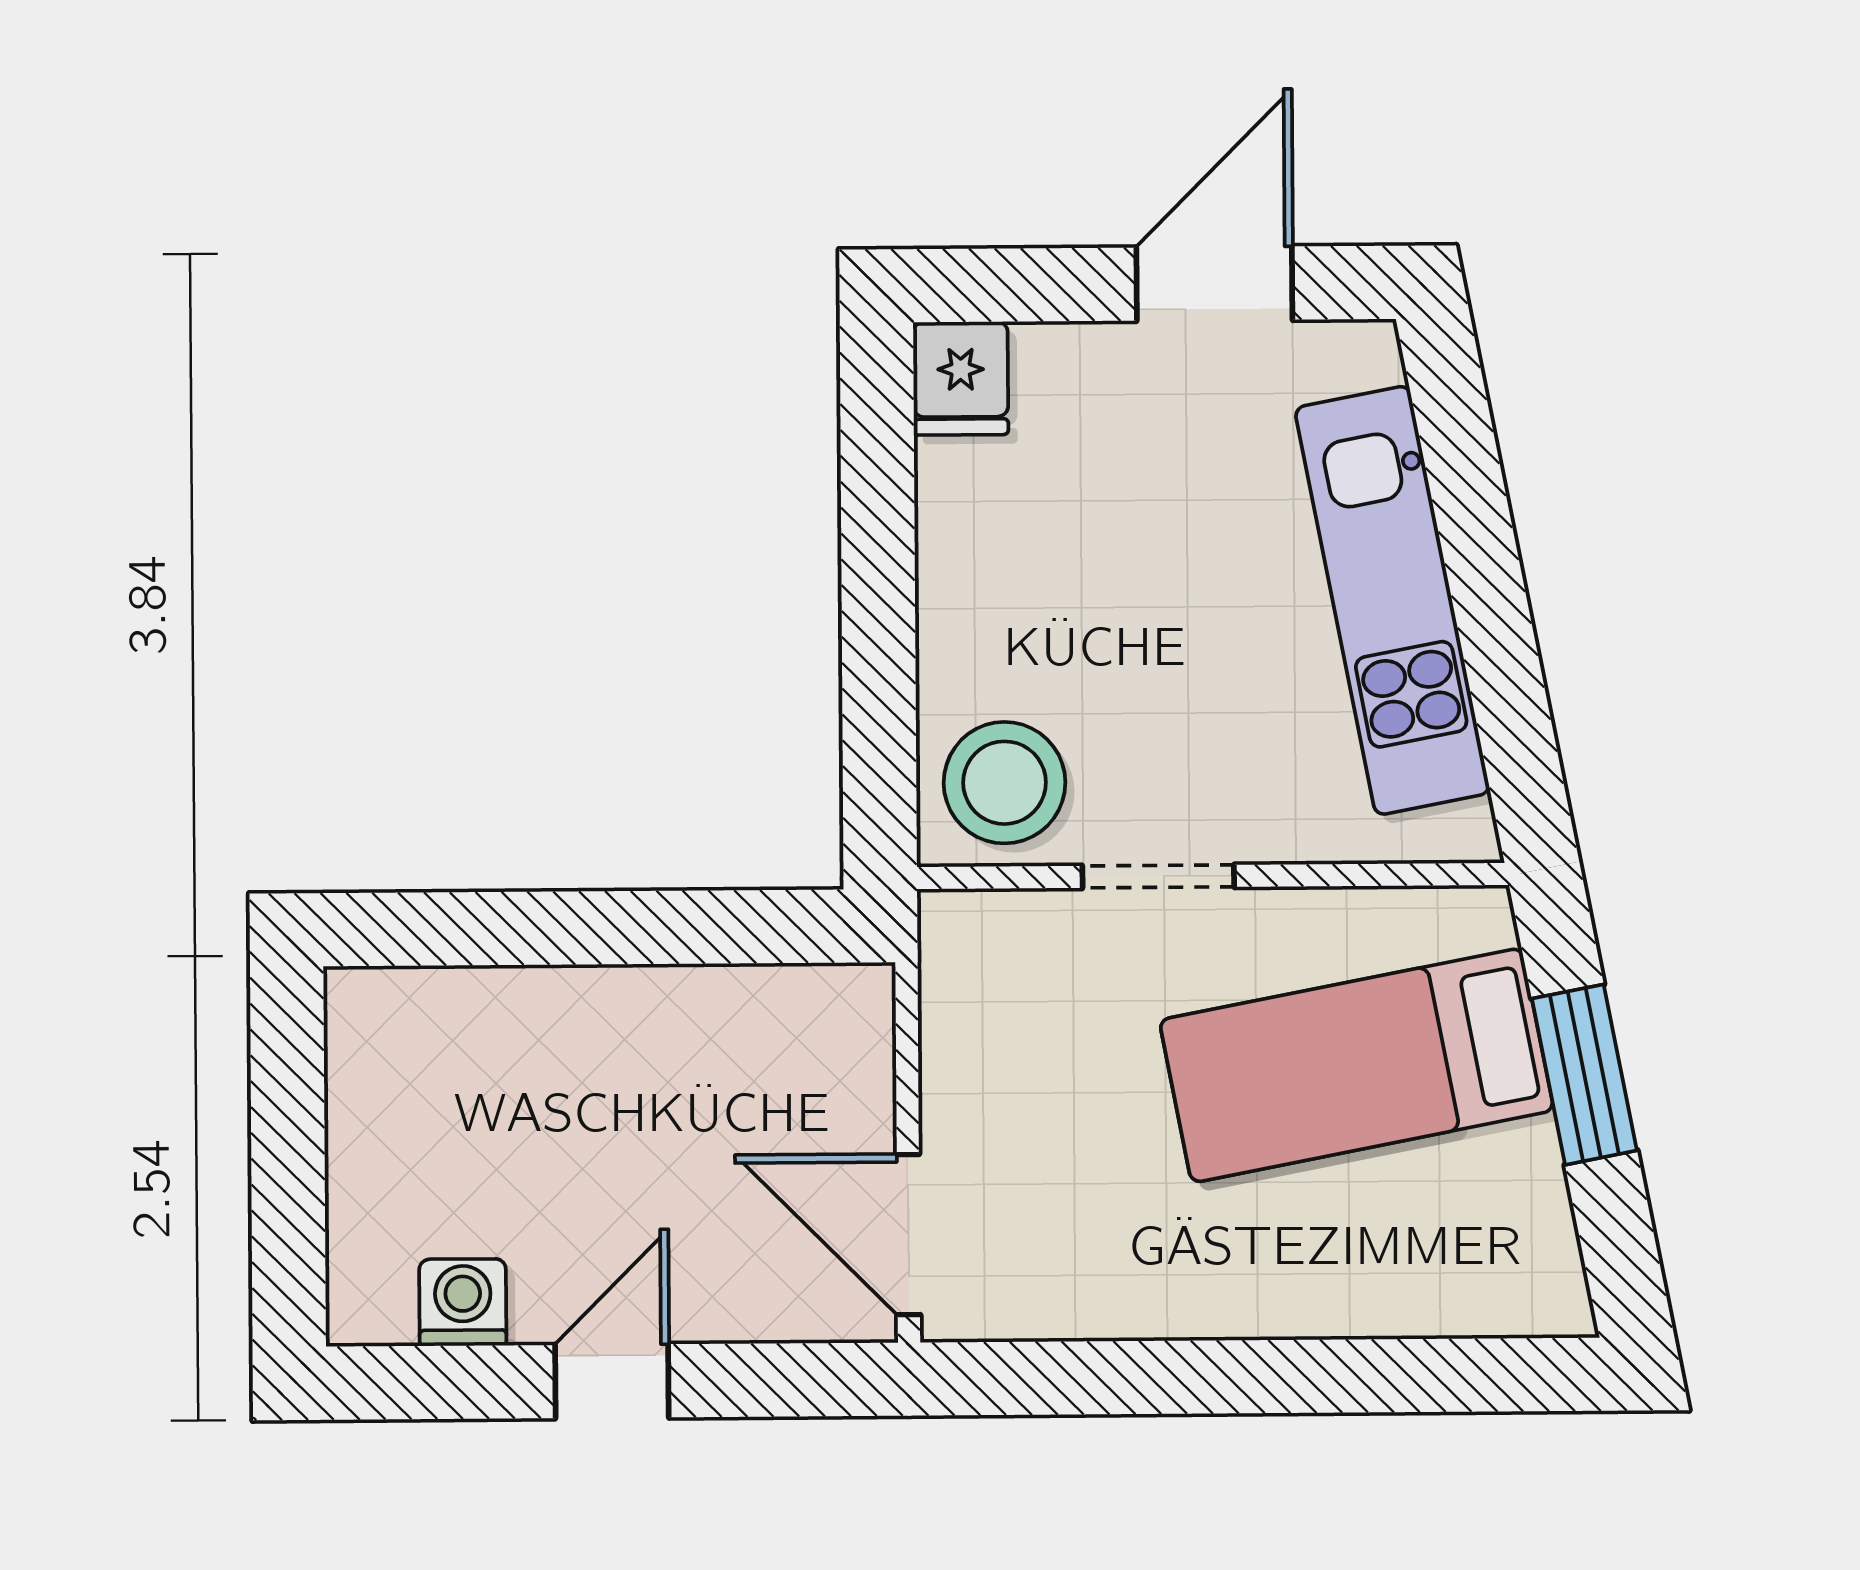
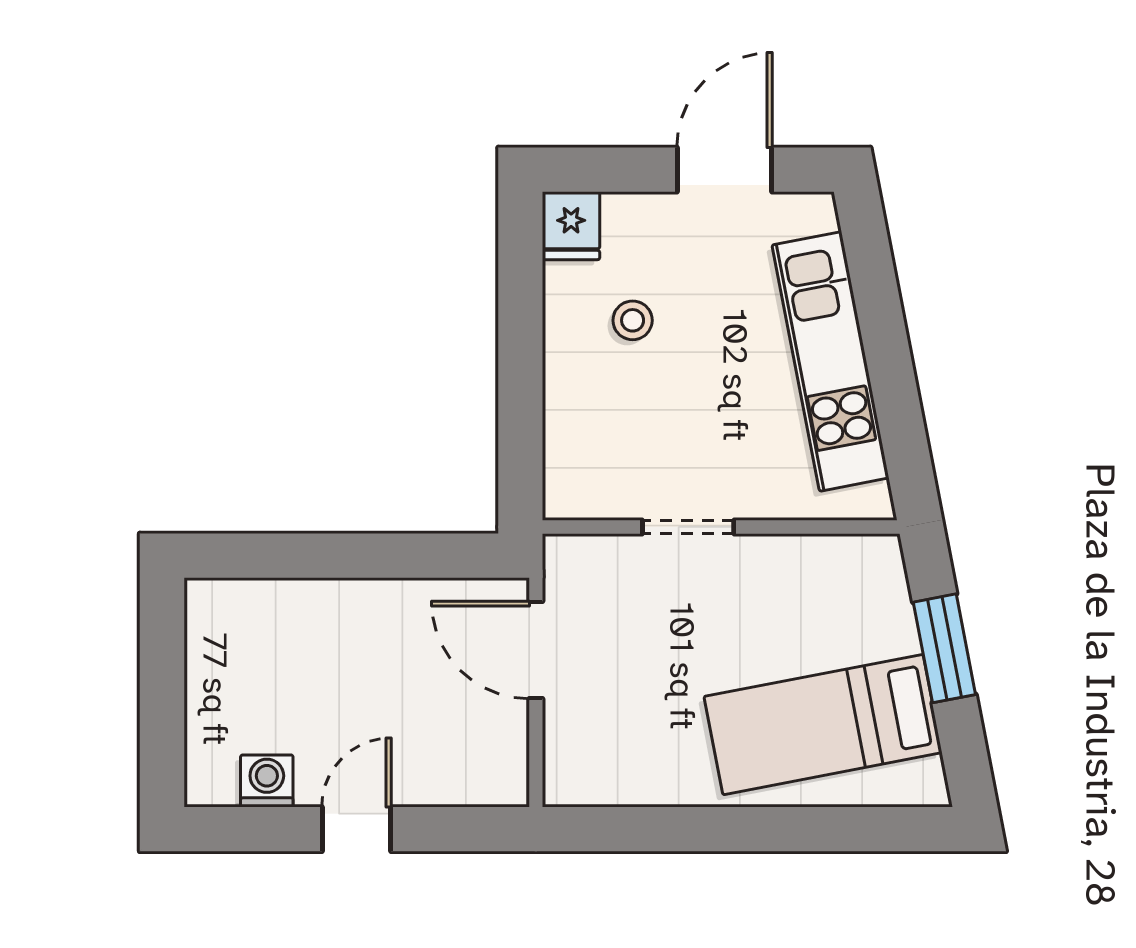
stool: (1005, 783) -> (633, 320), moved, width x0.53, depth x0.53
bed: (1357, 1065) -> (823, 725), moved
door: (908, 1235) -> (536, 650), moved

